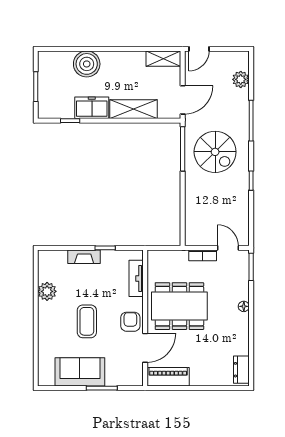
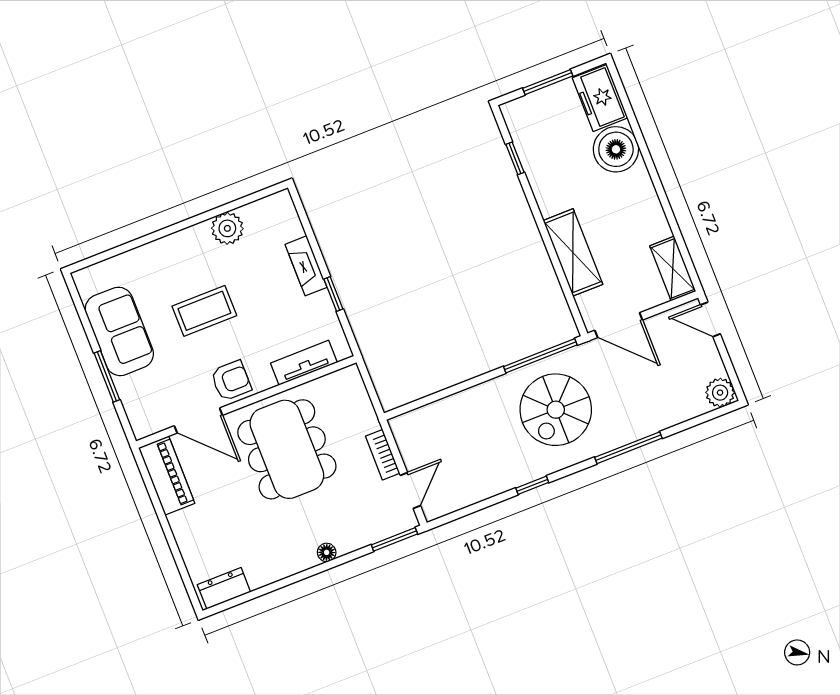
plant: (241, 79) -> (720, 393), moved
freezer: (92, 108) -> (600, 98), moved, turned 180

